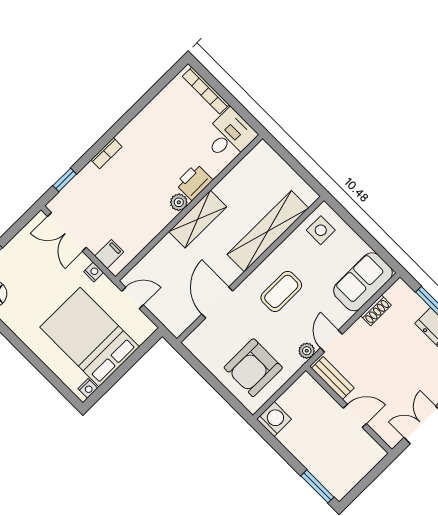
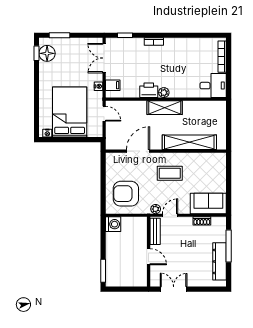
printer: (194, 182) -> (149, 90), moved
side table: (321, 230) -> (212, 164), removed

